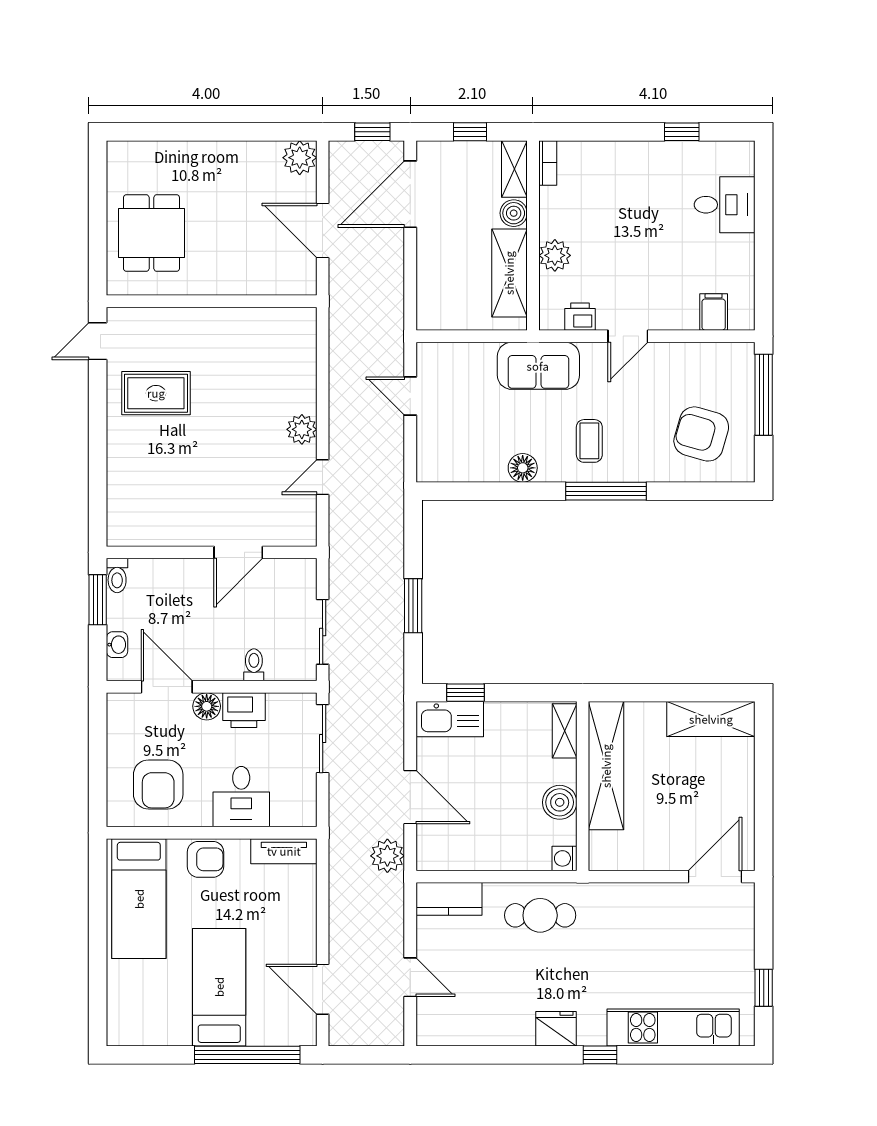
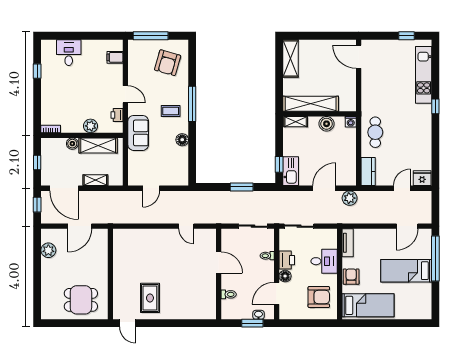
plant: (300, 158) -> (48, 250), moved
shelving: (514, 169) -> (95, 180), moved
plant: (302, 429) -> (166, 235), removed
toilet: (117, 575) -> (229, 294), moved
window: (98, 600) -> (252, 323), moved
fridge: (556, 1029) -> (422, 178), moved, turned 90

